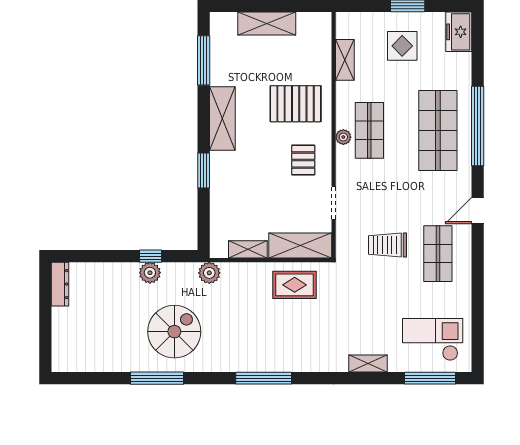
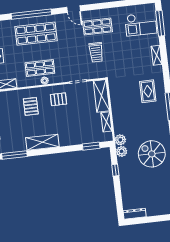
pallet: (296, 104) -> (31, 106), width x0.67, depth x0.71
window: (204, 170) -> (91, 146), moved
plant: (150, 273) -> (122, 151), moved
rug: (295, 285) -> (148, 91), moved
checkout: (433, 340) -> (141, 24), turned -90

